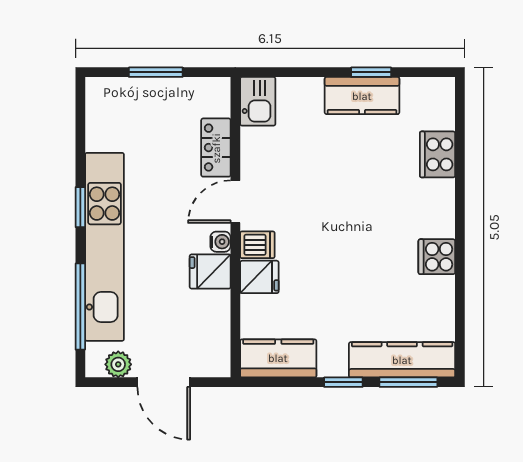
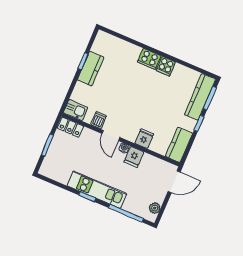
locker: (216, 148) -> (70, 127), moved
cooker: (438, 154) -> (149, 59), moved
dishwasher: (257, 245) -> (99, 120), moved
kitchen unit: (105, 247) -> (97, 190), width x0.73
door: (164, 382) -> (174, 182), moved

